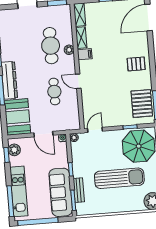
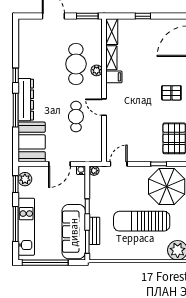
door: (43, 134) -> (59, 164), hinge flipped
sun lounger: (119, 178) -> (142, 221), turned 180
window: (10, 201) -> (16, 224), moved

